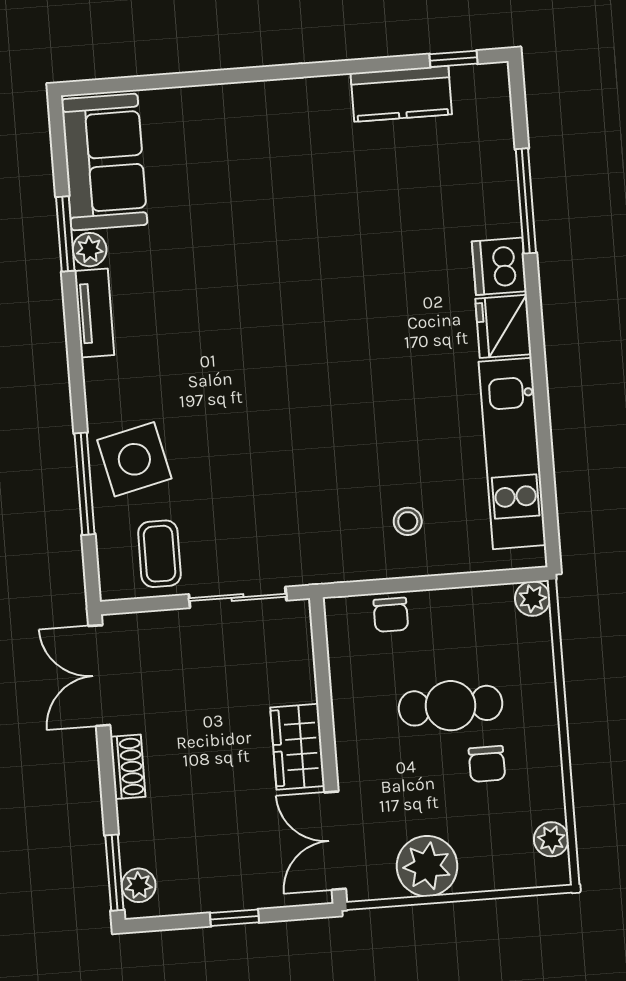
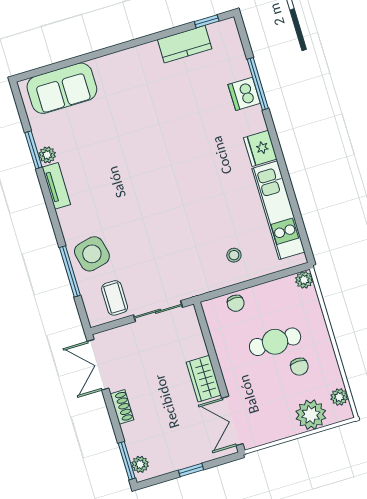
sofa: (104, 162) -> (62, 88), moved, turned 90
dishwasher: (499, 266) -> (244, 94), moved
plant: (427, 866) -> (311, 415), moved

